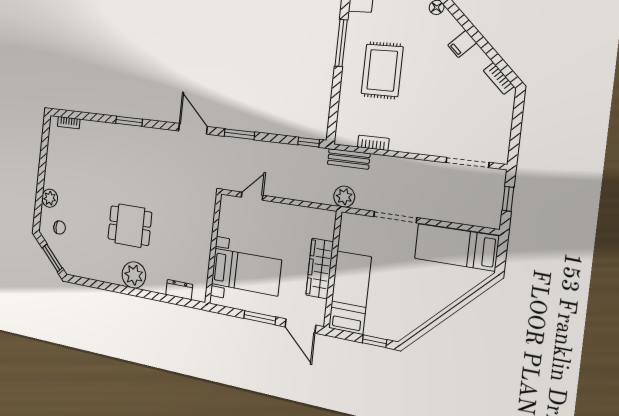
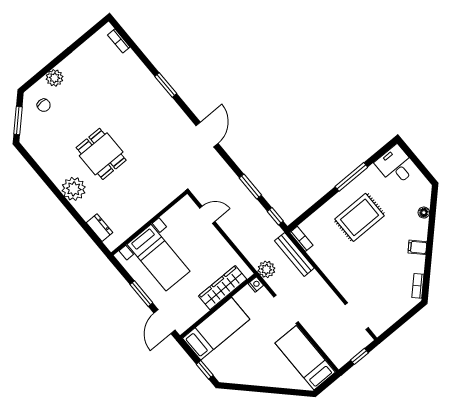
window: (239, 134) -> (250, 187), moved
bookcase: (373, 143) -> (301, 239), moved
bench: (349, 159) -> (294, 254), width x1.36
nightstand: (347, 219) -> (256, 284), added
wardrobe: (320, 268) -> (223, 288), moved

